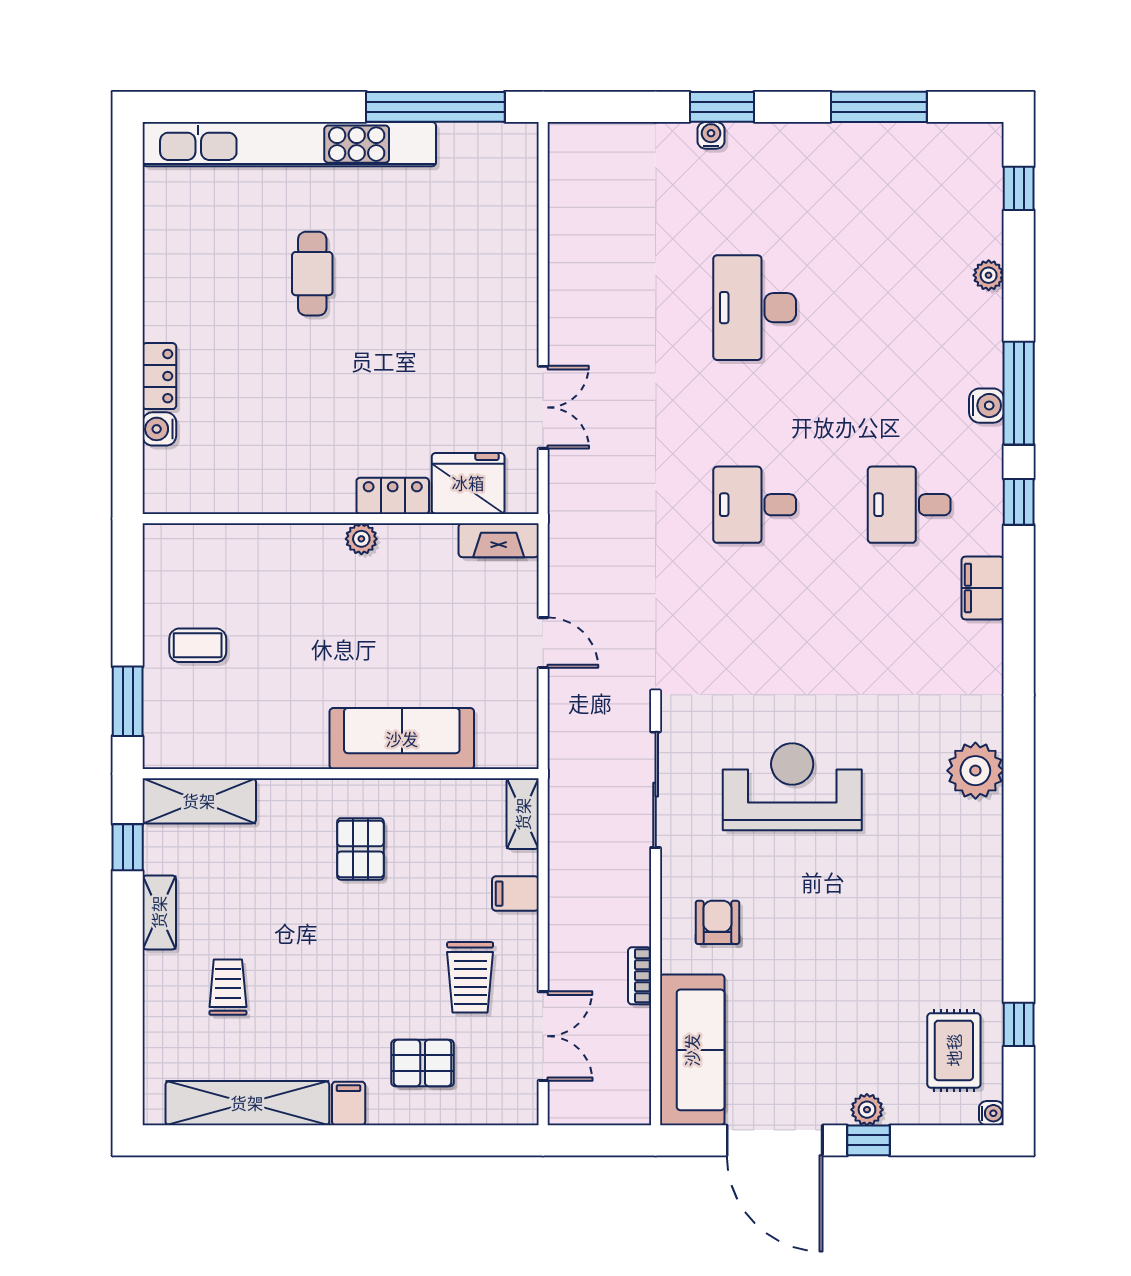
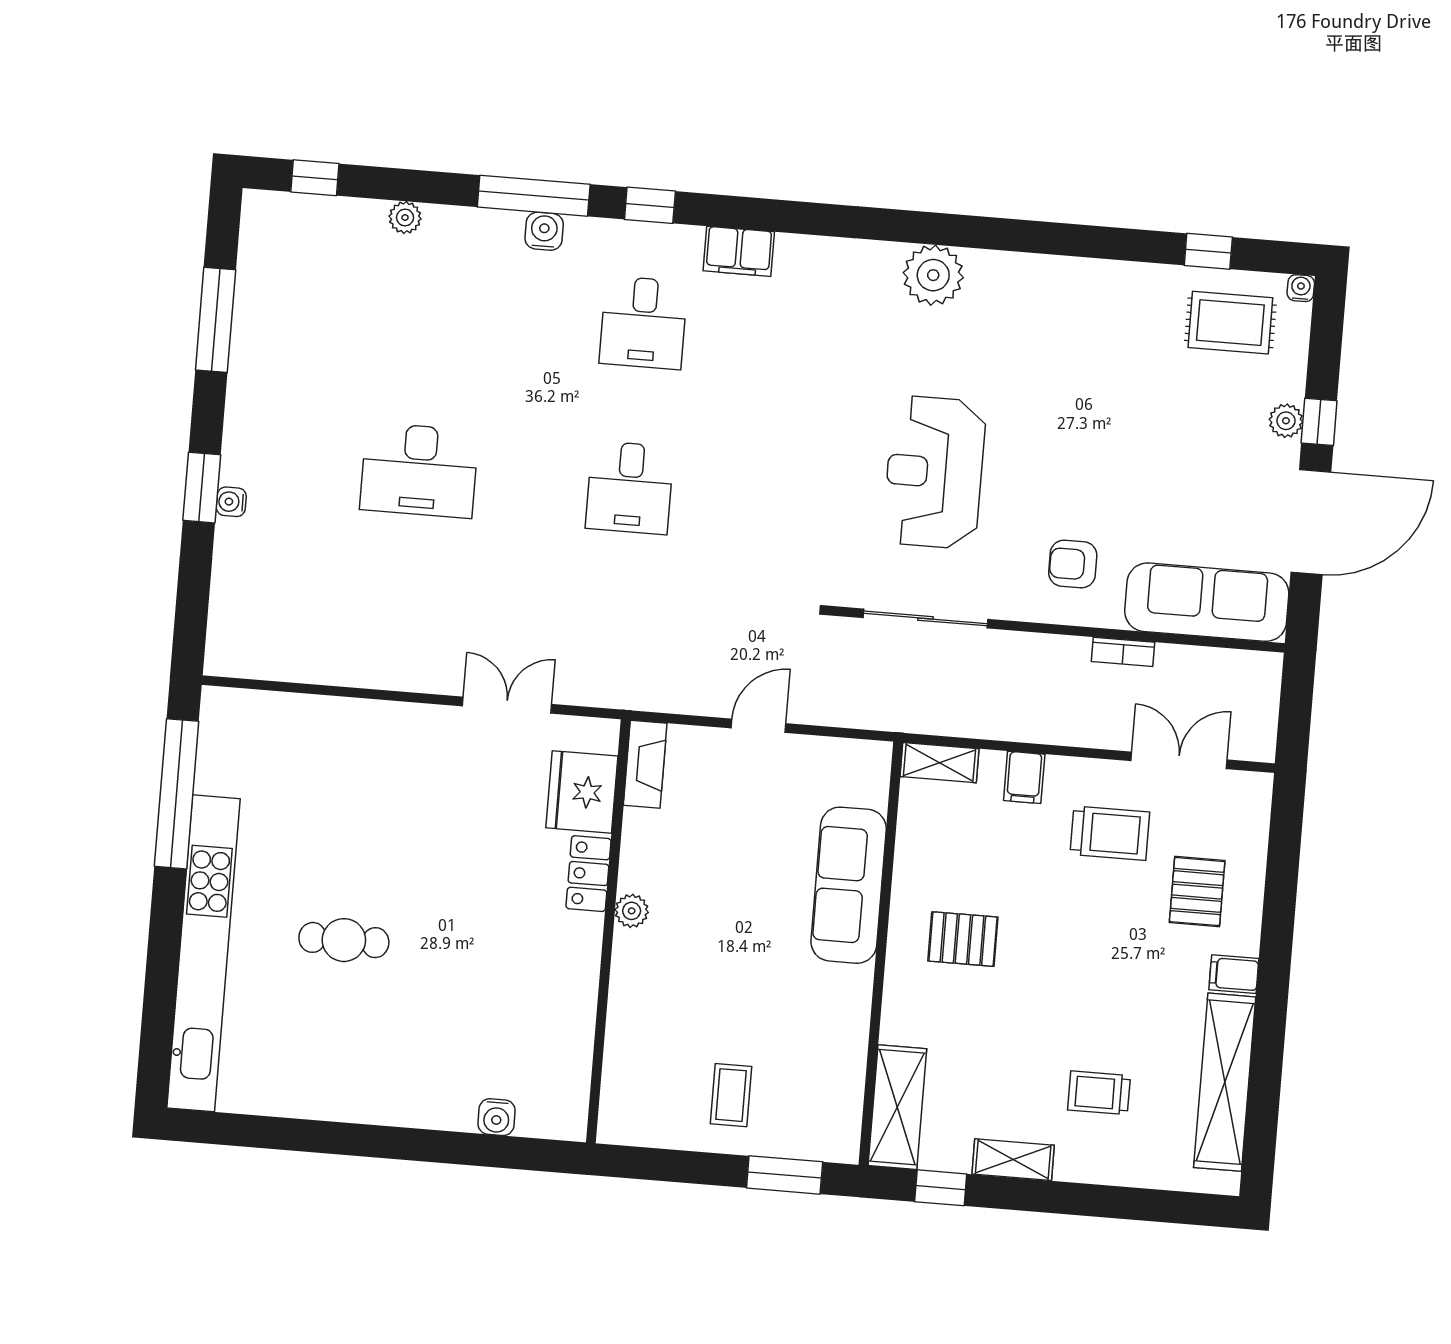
locker: (159, 376) -> (440, 1112), removed

